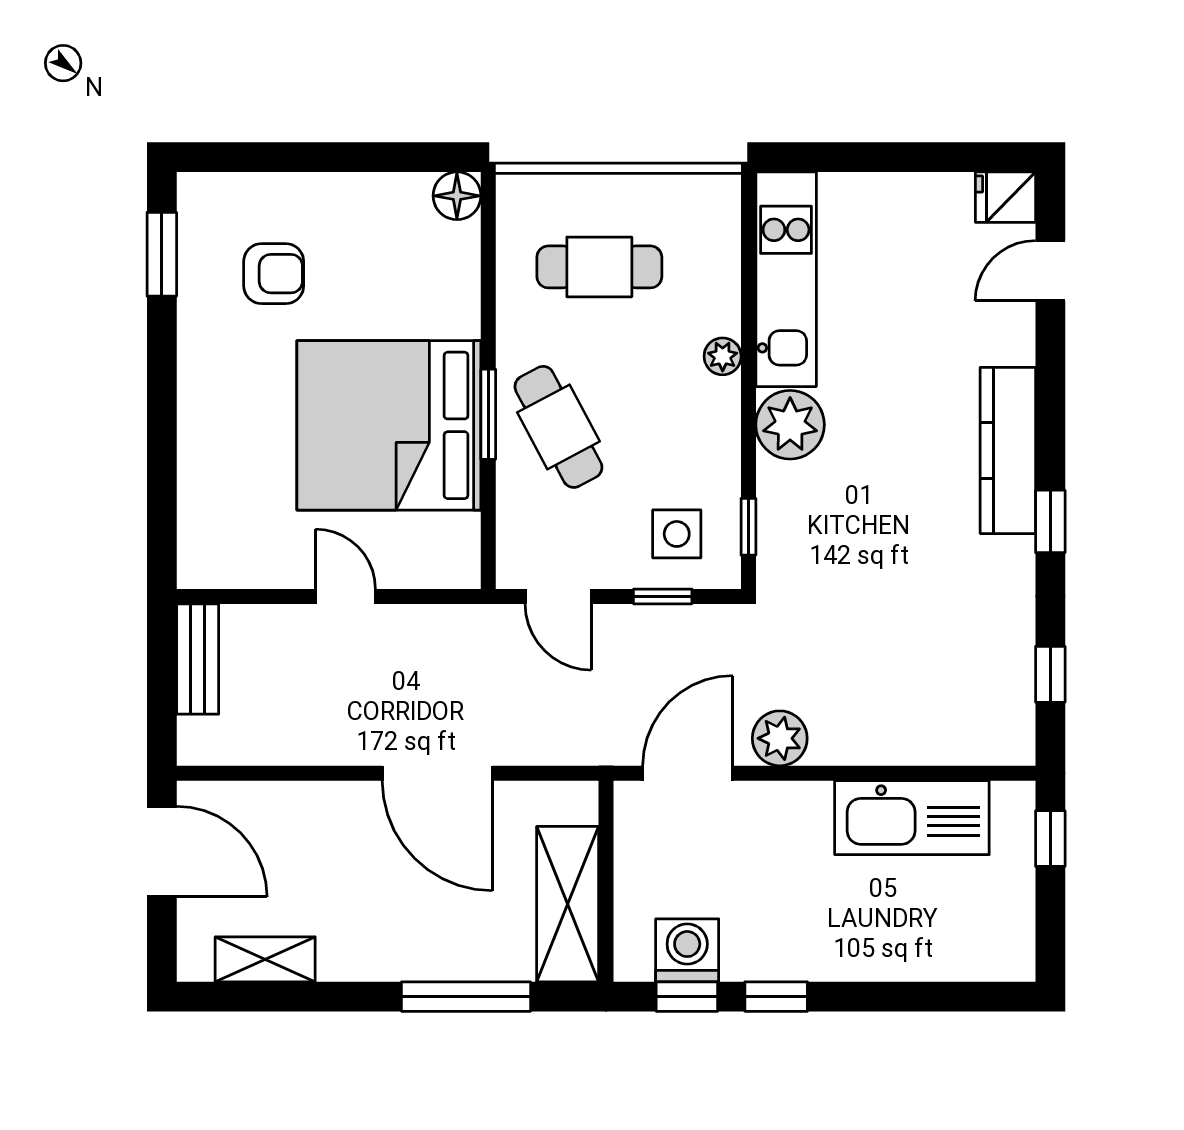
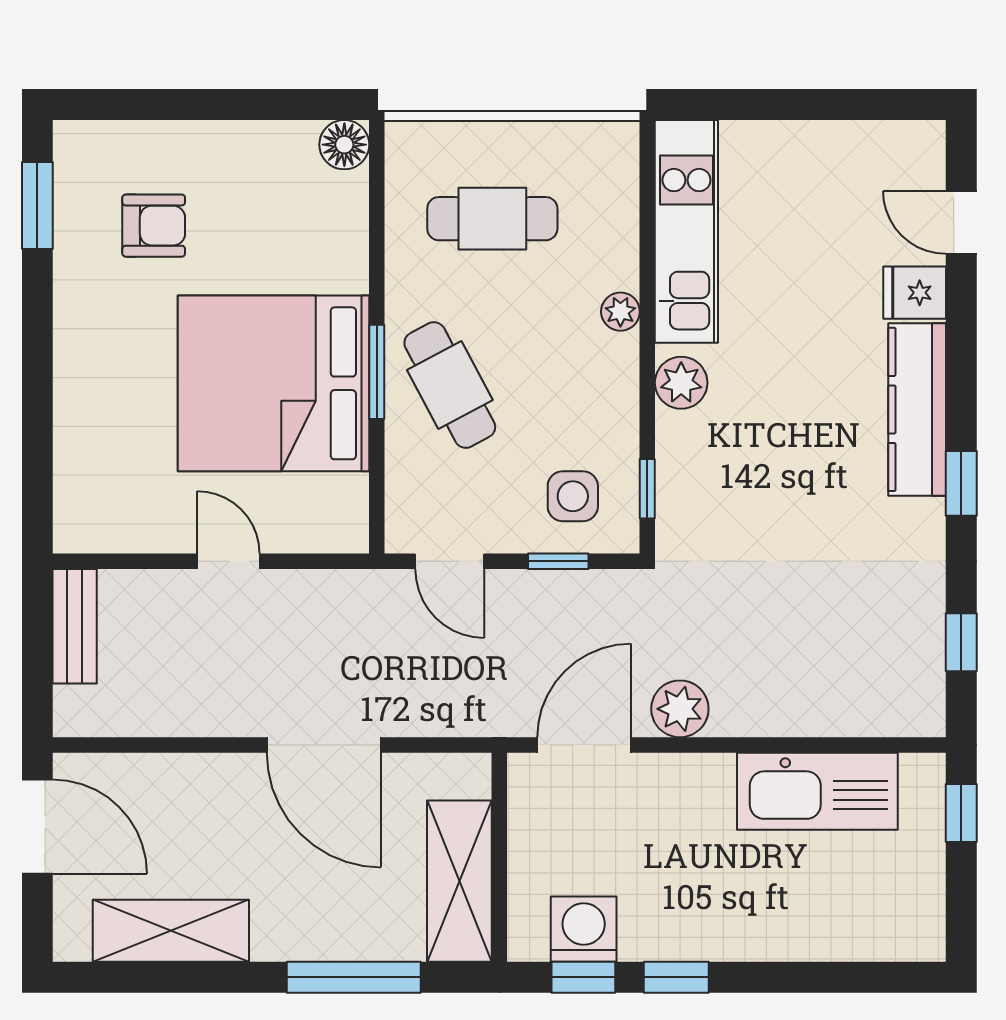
fridge: (1005, 197) -> (915, 293), moved
door: (1050, 271) -> (961, 223), hinge flipped
plant: (790, 425) -> (681, 383), width x0.73, depth x0.73
shelving: (265, 959) -> (171, 931), width x1.50, depth x1.33

